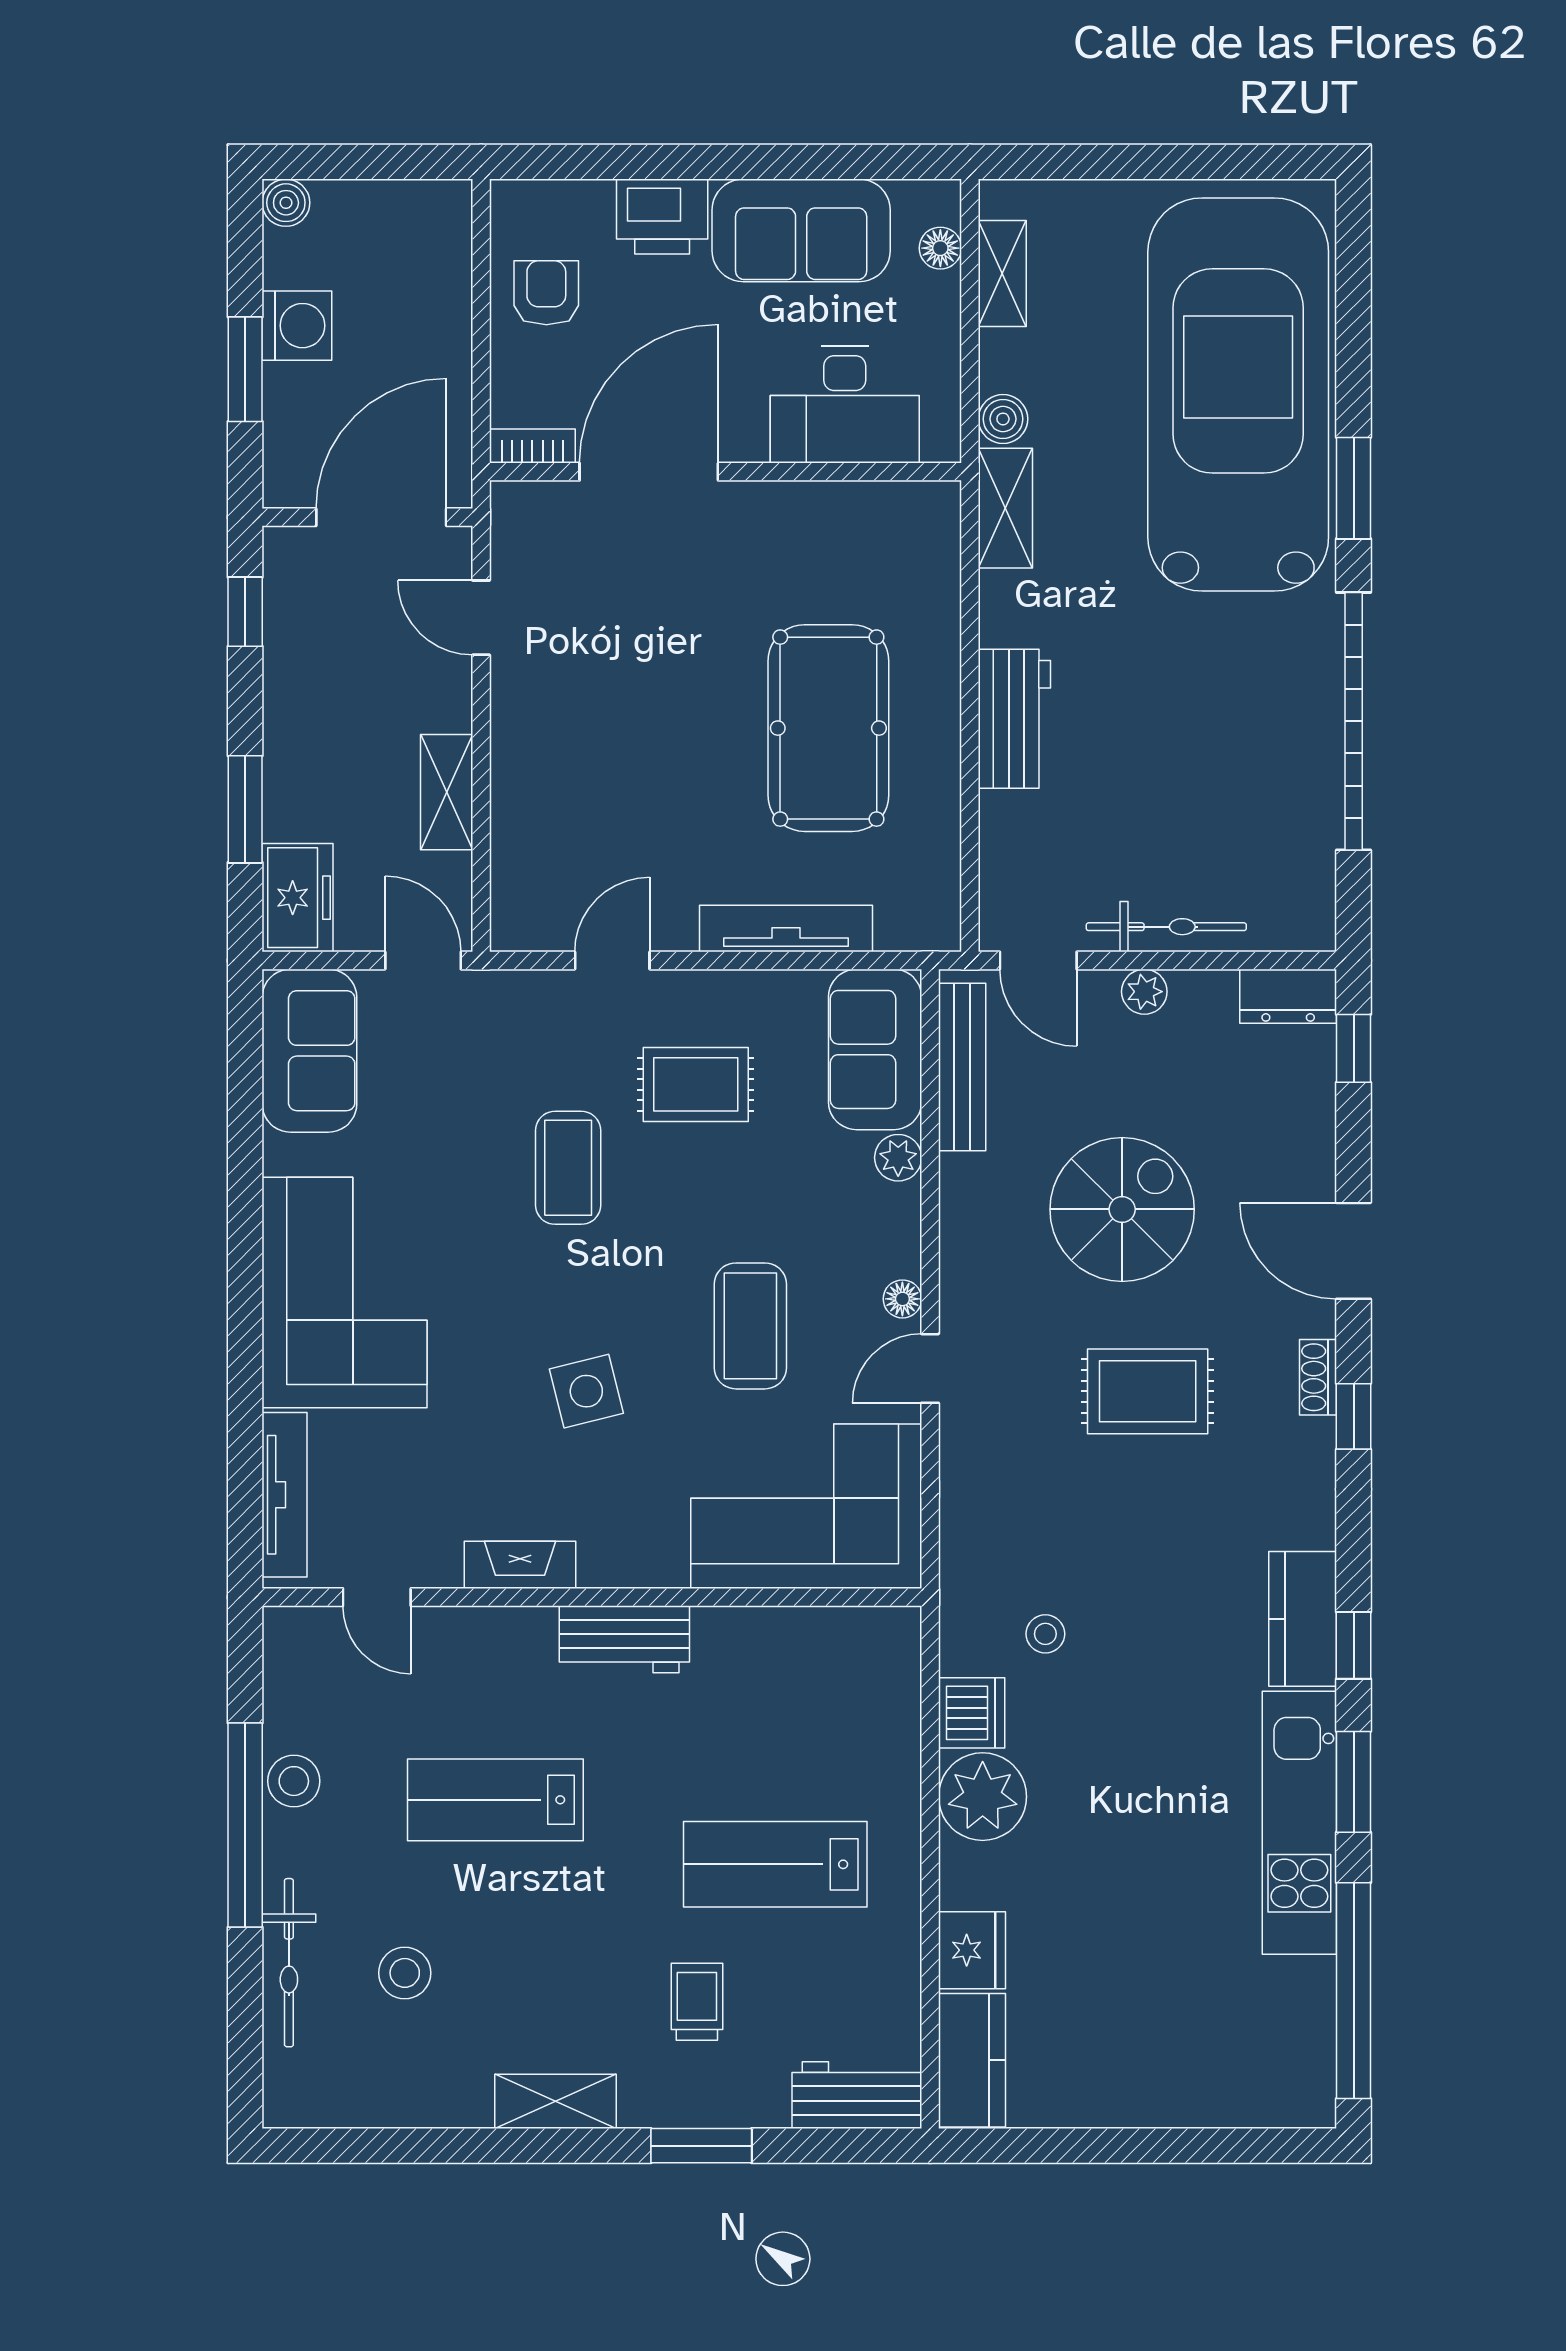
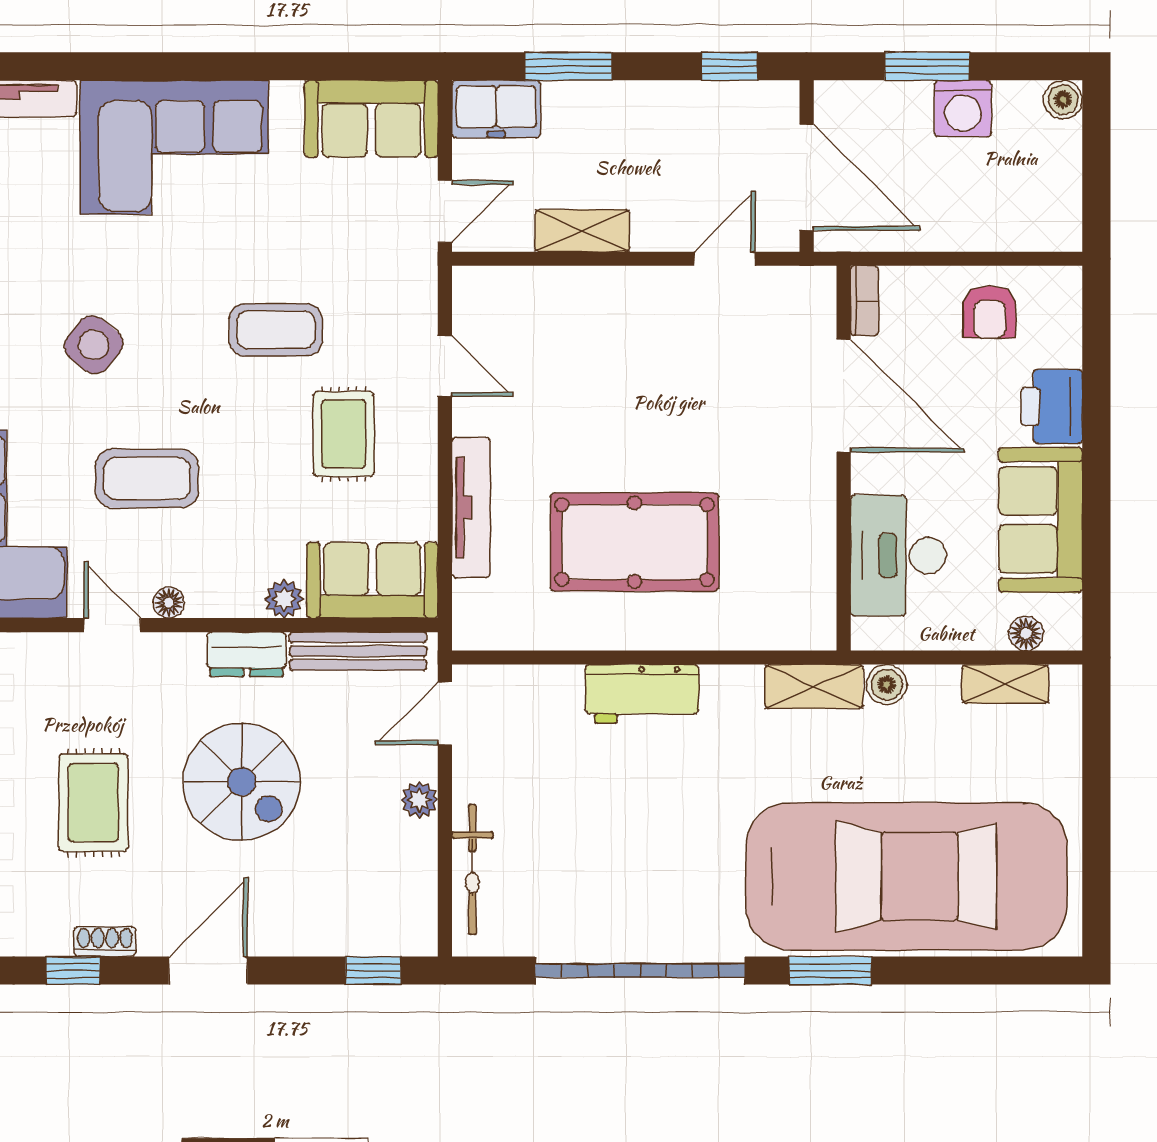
armchair: (546, 293) -> (990, 312), turned 90
bicycle: (1166, 927) -> (472, 870), moved
dresser: (1288, 996) -> (246, 654), moved, turned -90
side table: (586, 1391) -> (94, 345), turned -37

